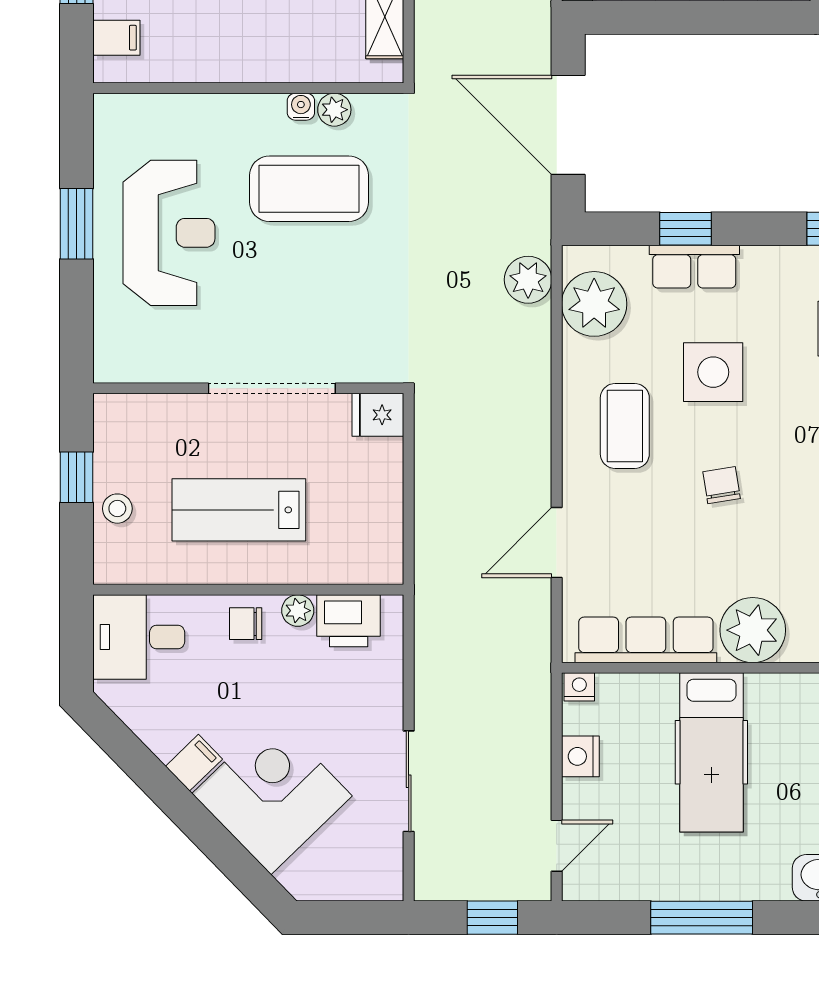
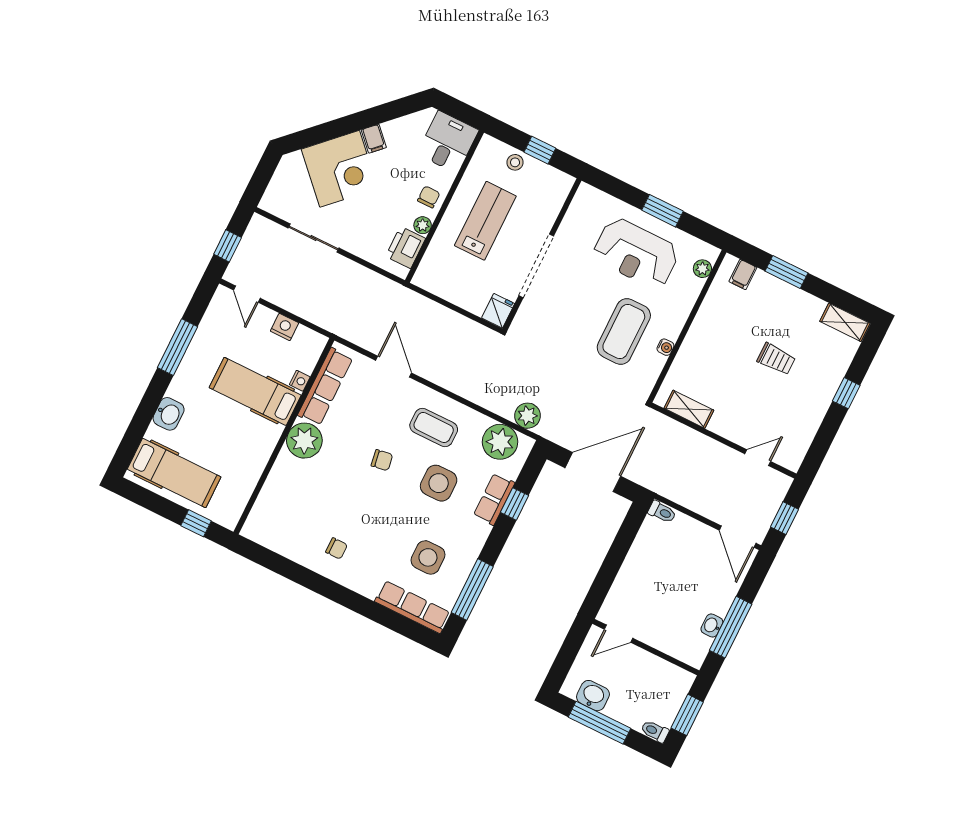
plant: (334, 110) -> (702, 269), moved
nightstand: (579, 687) -> (300, 381), moved

